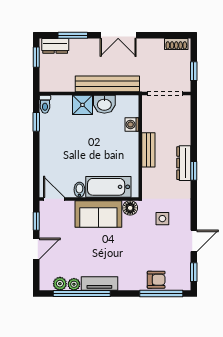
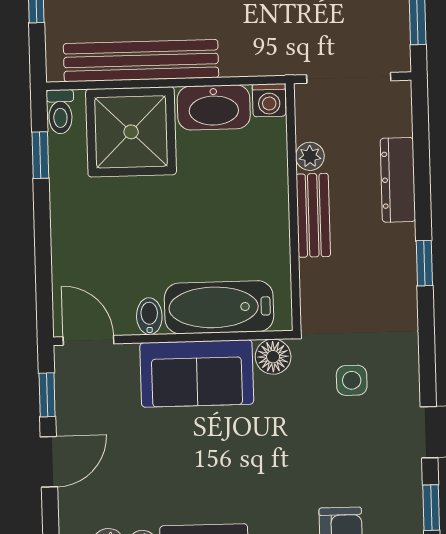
bench: (107, 84) -> (141, 61), moved
washbasin: (104, 104) -> (214, 107), width x1.38
shower: (82, 105) -> (131, 132), width x1.86, depth x1.86
washing machine: (132, 124) -> (269, 100), moved, turned -90
plant: (148, 125) -> (310, 156), added
dresser: (184, 163) -> (398, 180), moved

